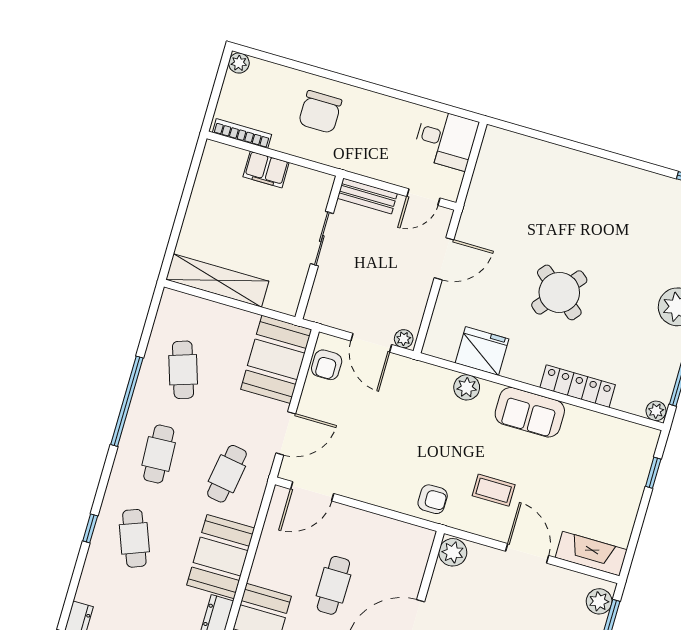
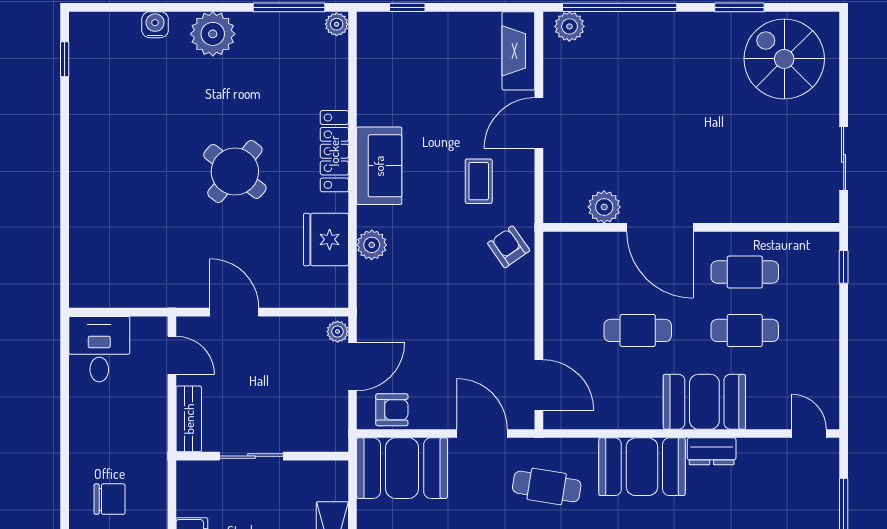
chair: (320, 112) -> (110, 499), width x0.73, depth x0.73
locker: (578, 386) -> (334, 151), moved
armchair: (433, 499) -> (509, 247), turned -35
plant: (453, 552) -> (604, 207), moved

